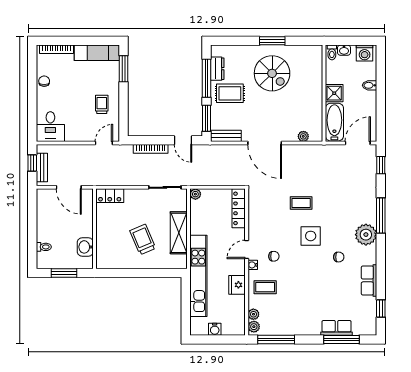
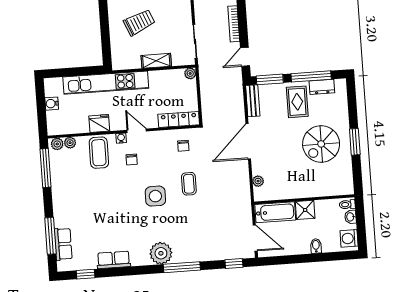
shelving: (179, 233) -> (156, 61), width x0.67, depth x0.75
chair: (339, 257) -> (183, 146), moved
coffee table: (265, 287) -> (99, 153), width x1.36, depth x1.30
row of seats: (337, 328) -> (63, 244), moved

